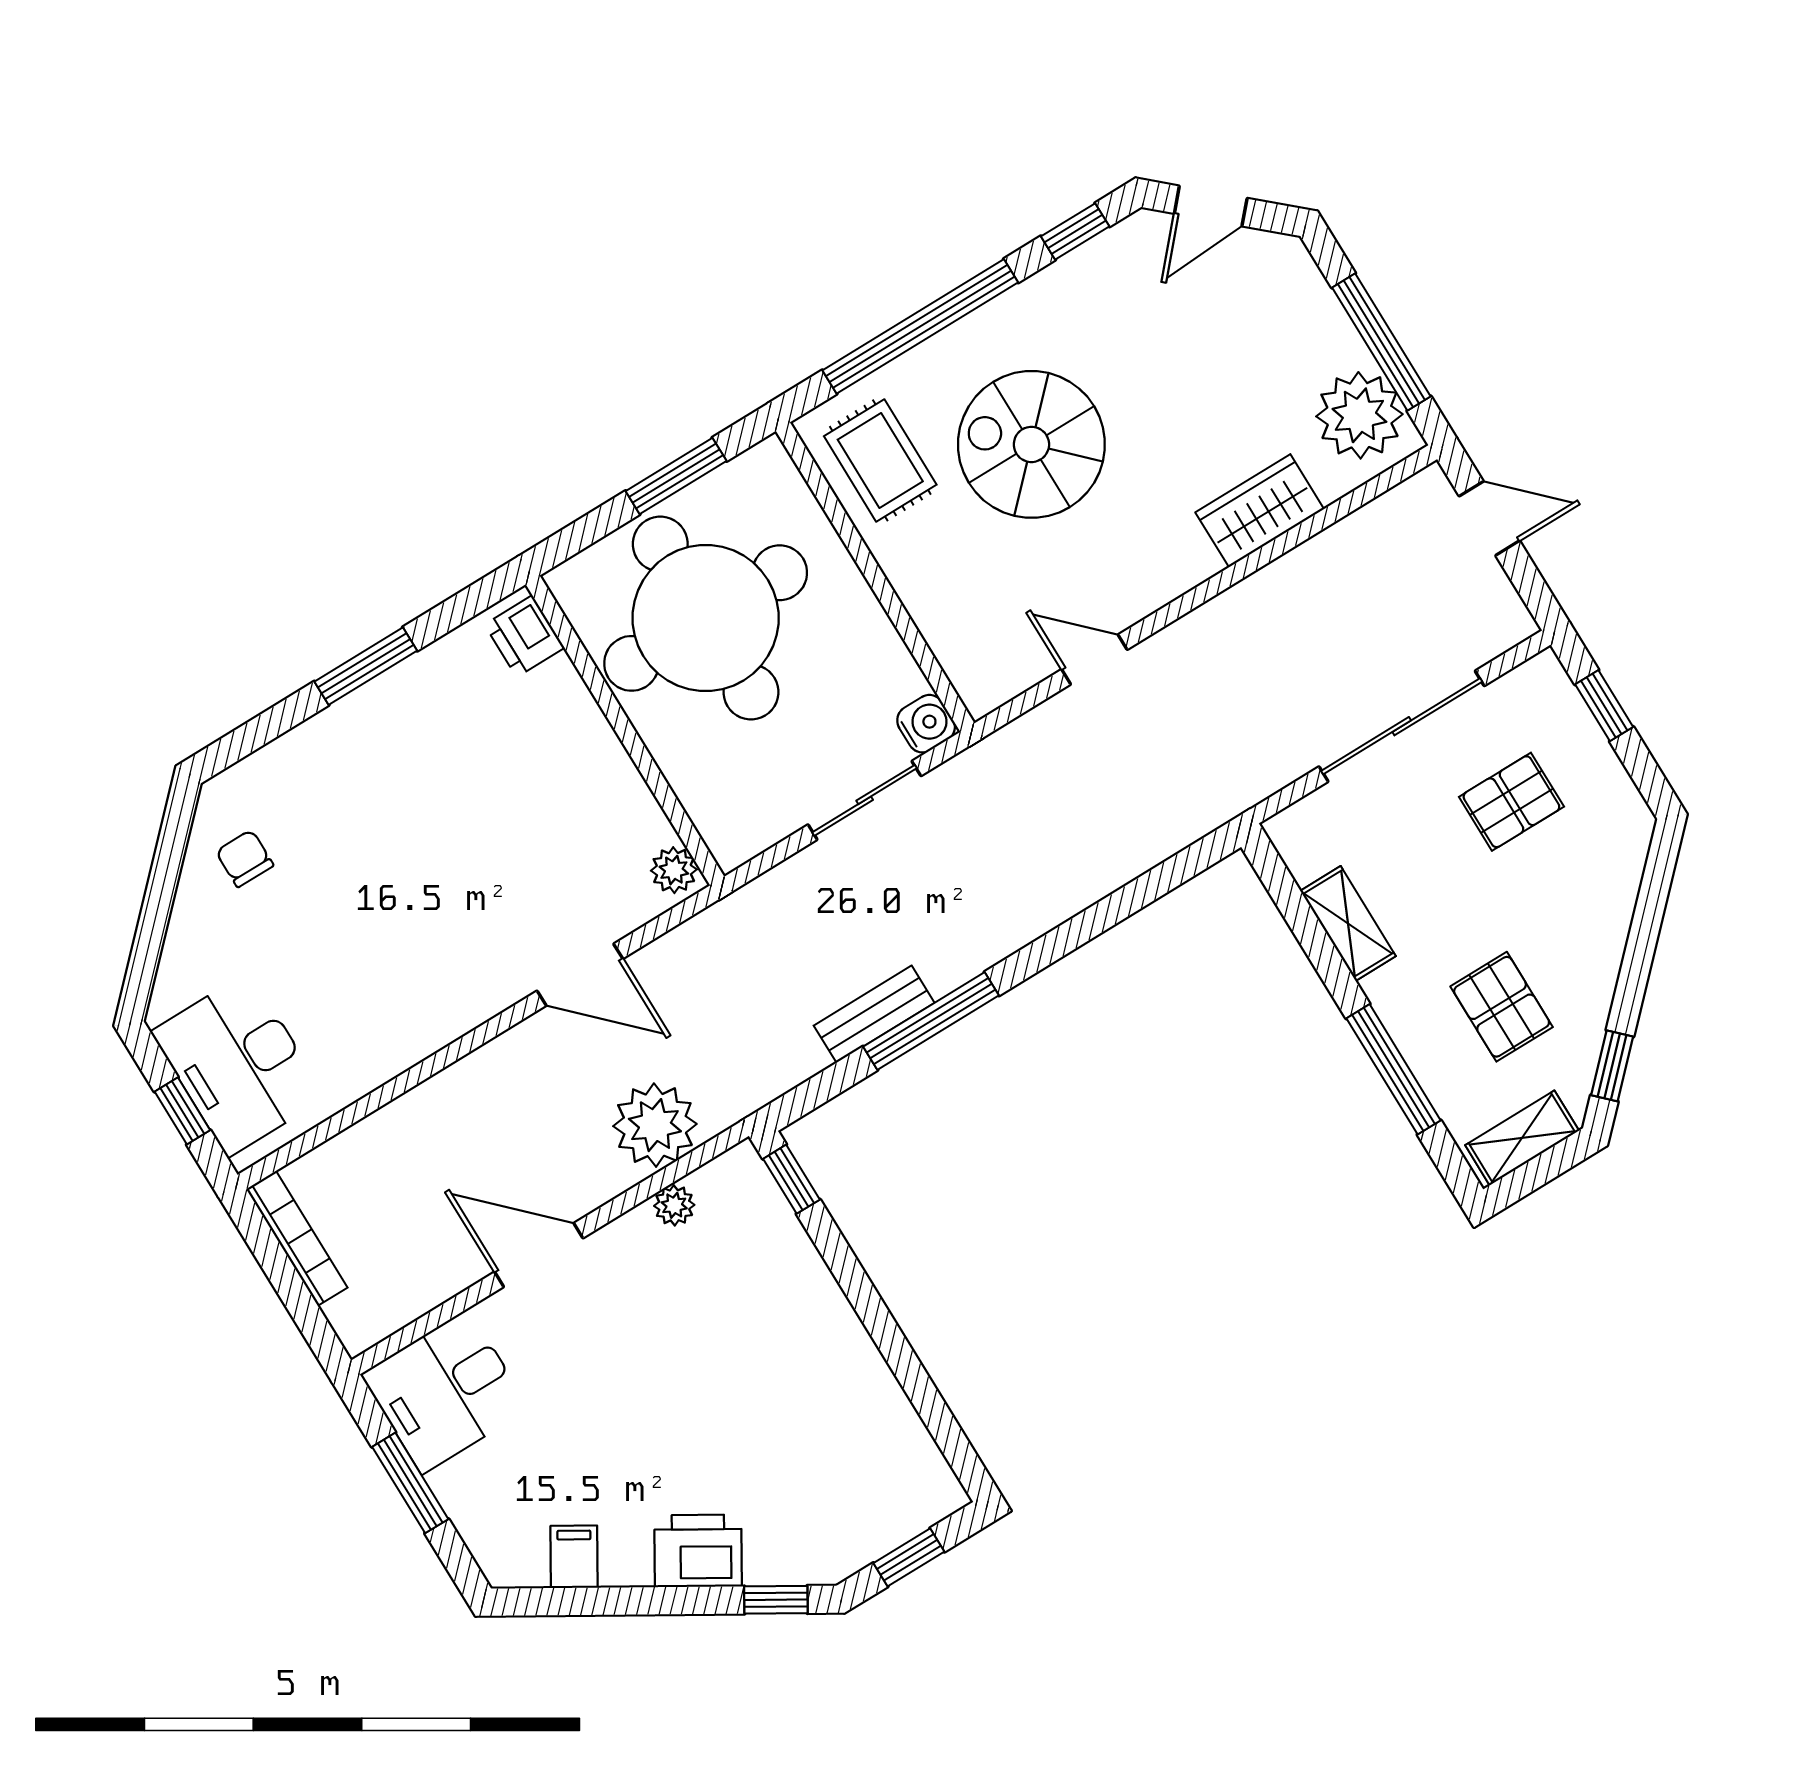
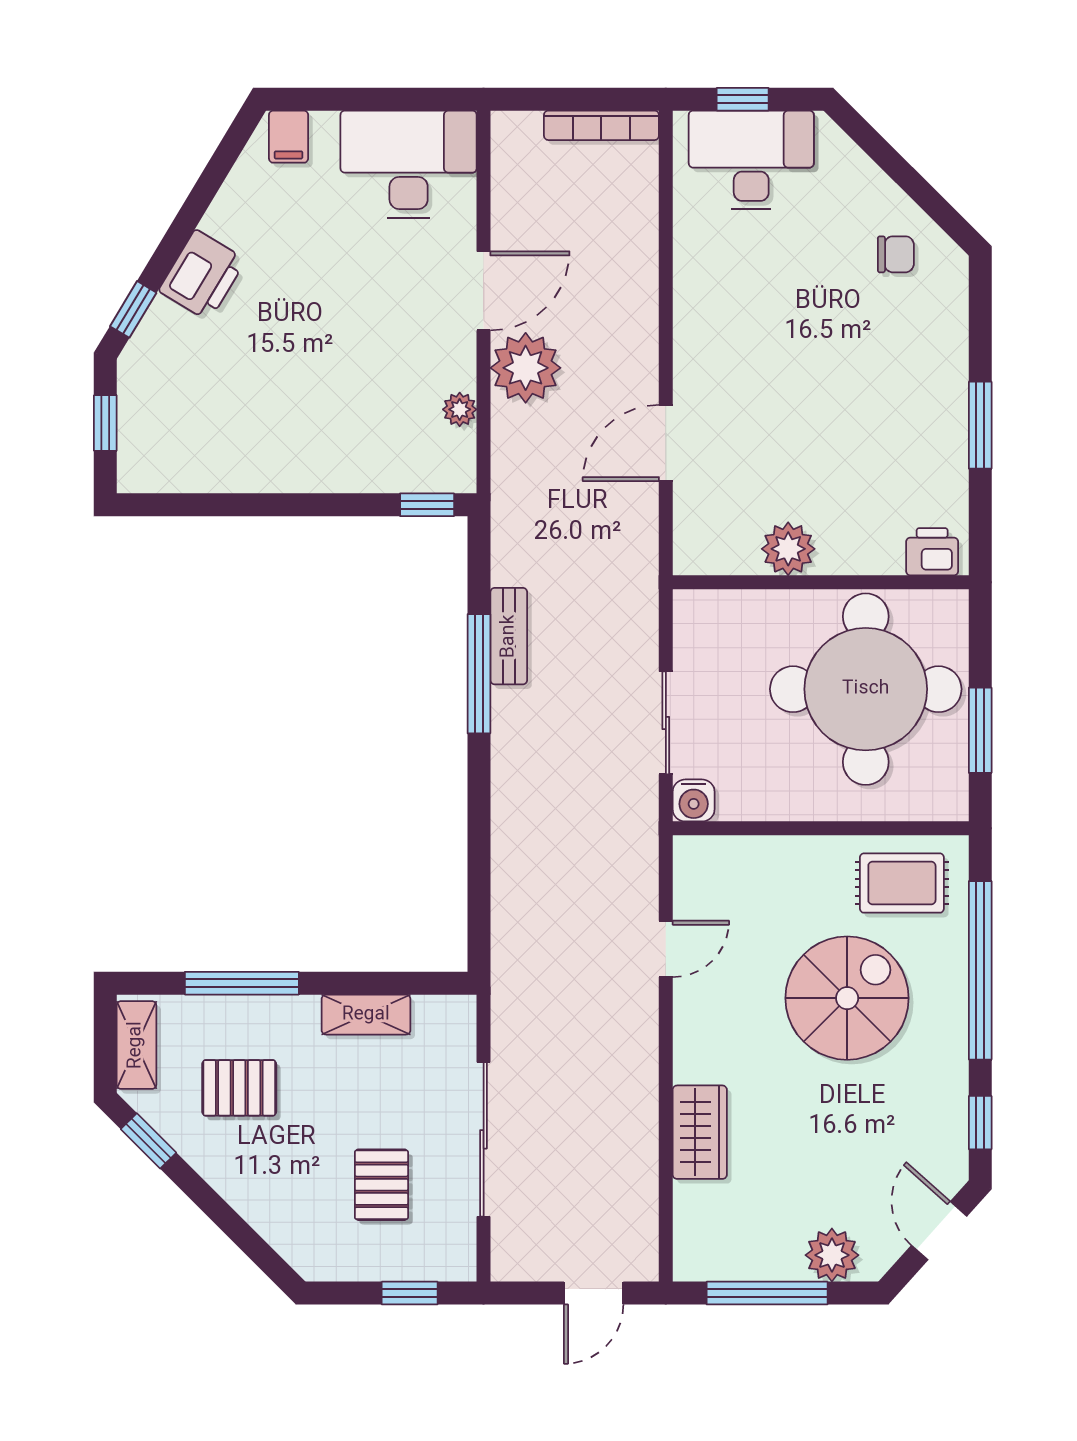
plant: (1359, 415) -> (832, 1255), moved, width x0.73, depth x0.73
plant: (674, 870) -> (788, 549), moved, width x1.38, depth x1.38
plant: (655, 1125) -> (526, 368), moved
desk: (445, 1391) -> (409, 164), width x1.37
window: (410, 1483) -> (377, 99), removed
filing cabinet: (574, 1557) -> (289, 137), moved, turned 59

